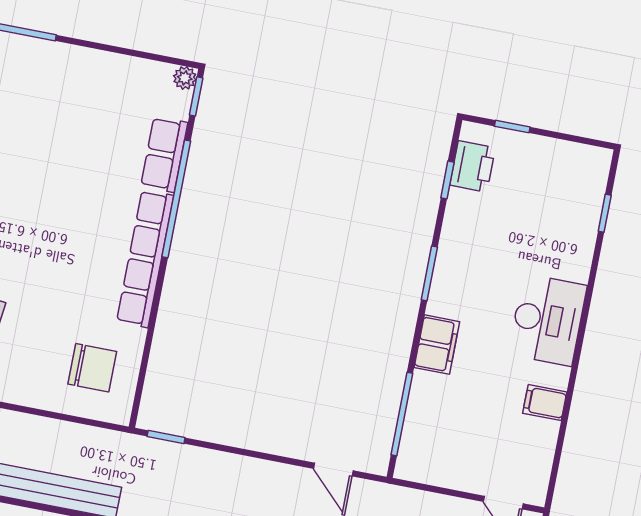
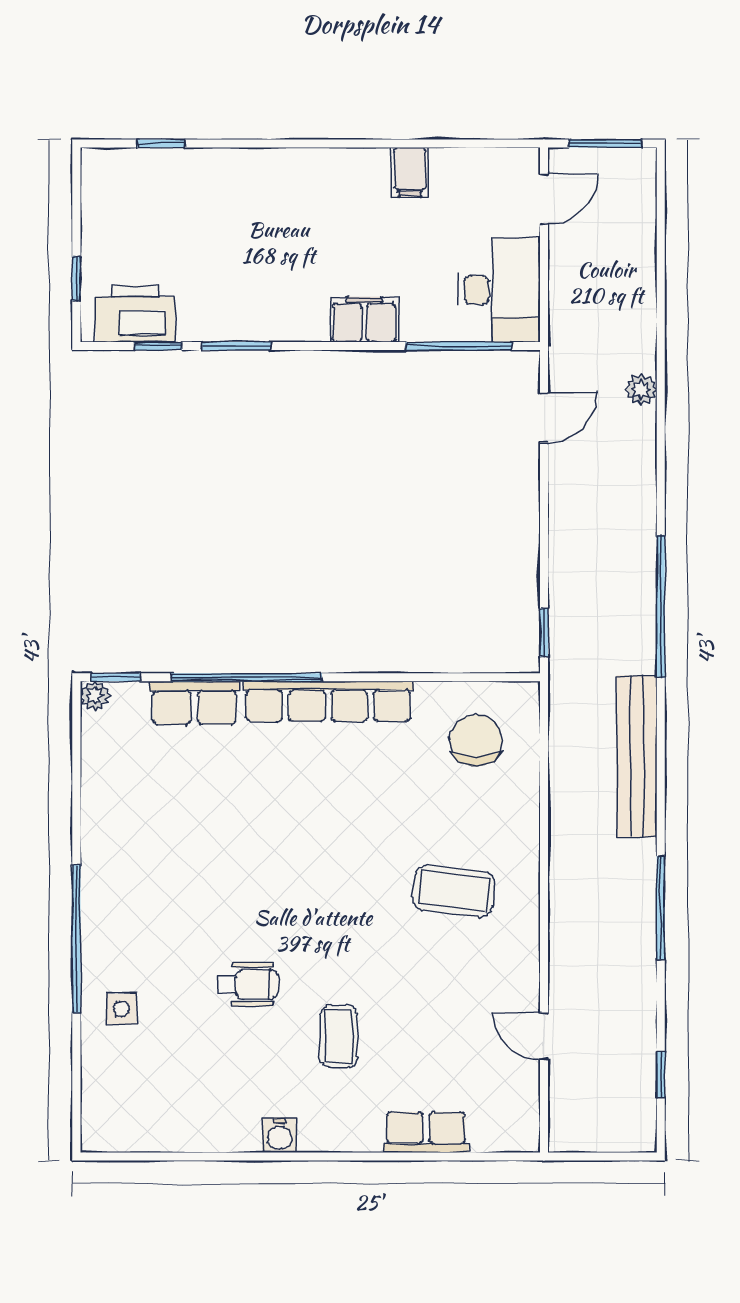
printer: (472, 166) -> (135, 314), width x1.37, depth x1.19
window: (429, 273) -> (236, 346), moved
desk: (548, 320) -> (499, 290), moved, turned 90

